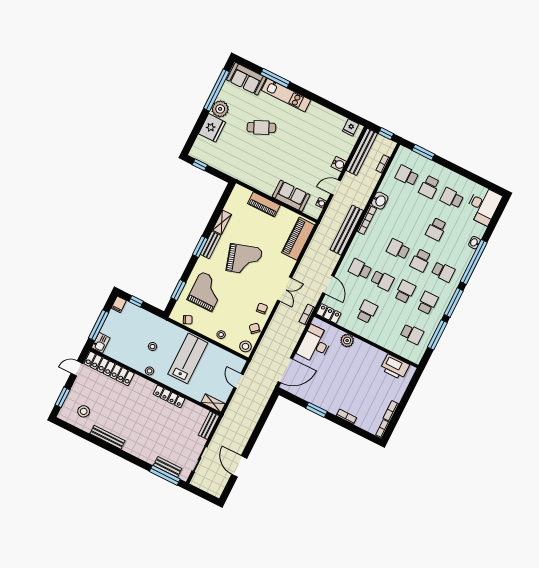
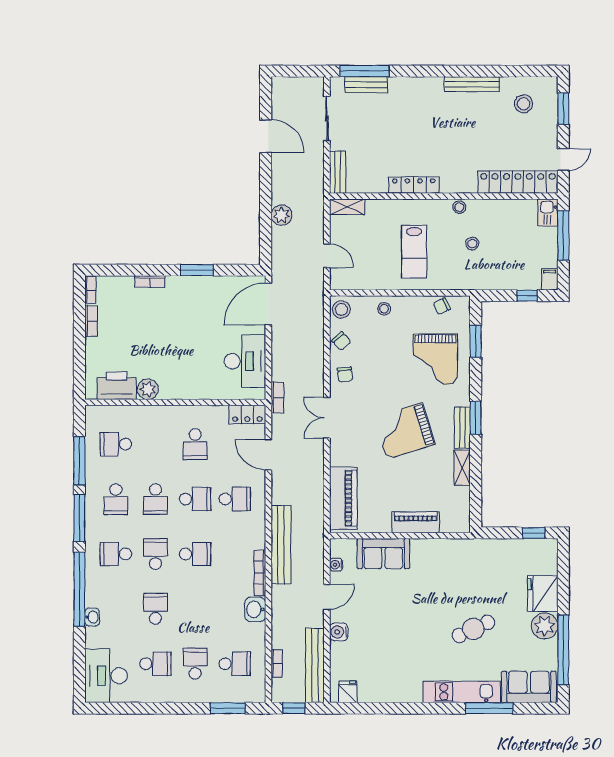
school desk: (382, 280) -> (195, 499), turned 180
plant: (347, 341) -> (148, 389), moved
lab bench: (188, 358) -> (414, 252), width x0.73, depth x0.72
plant: (253, 417) -> (281, 215), added

